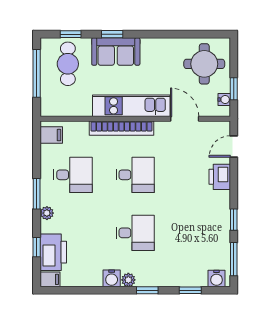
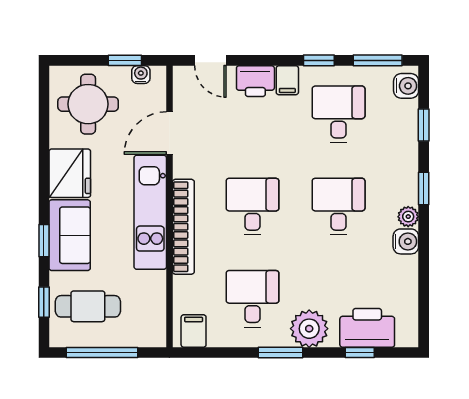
fridge: (158, 52) -> (70, 173), added
plant: (47, 213) -> (309, 329), width x1.88, depth x1.88
desk: (197, 233) -> (339, 114), added
filing cabinet: (50, 279) -> (287, 80), moved, turned 180

